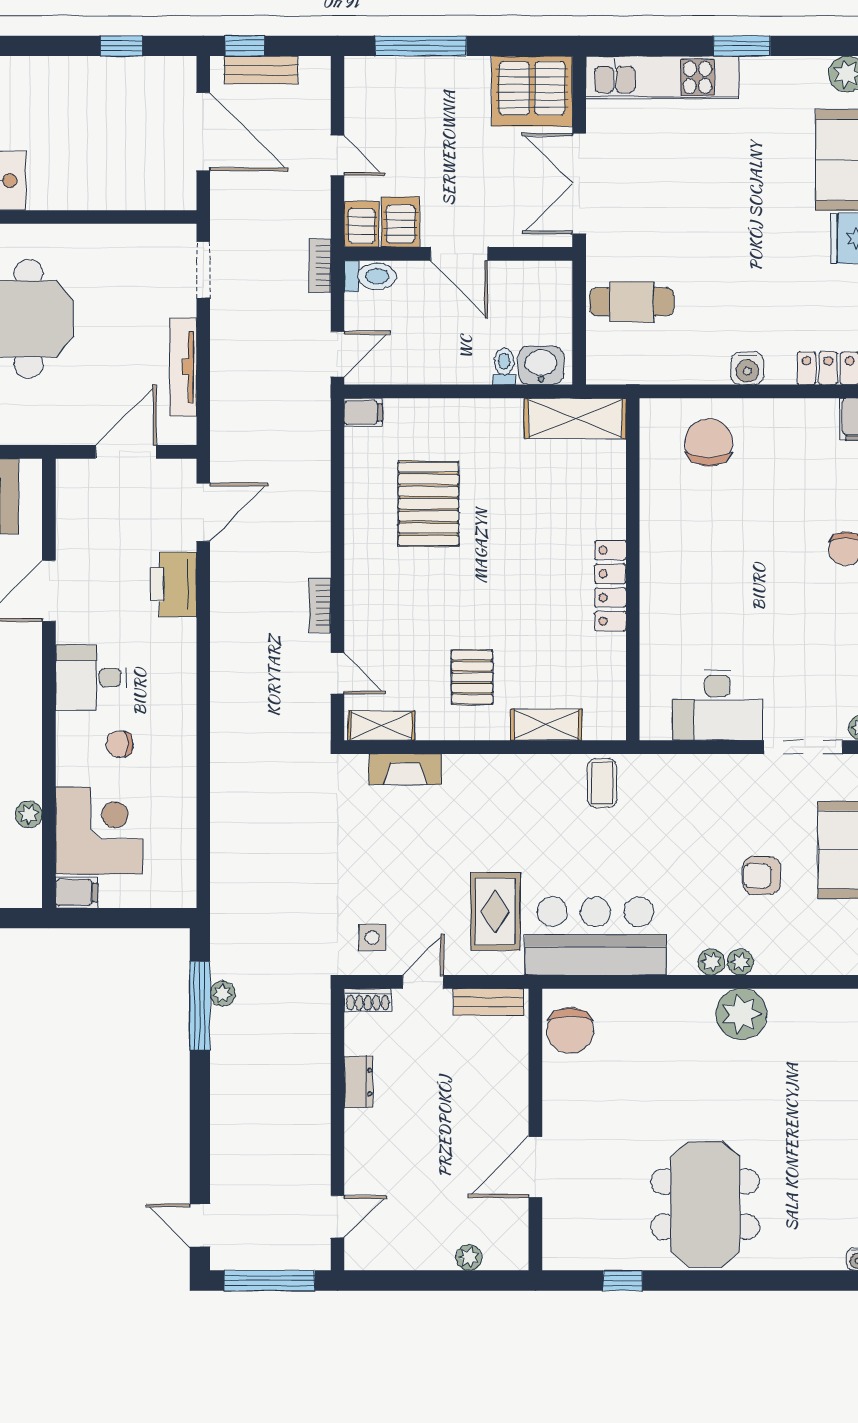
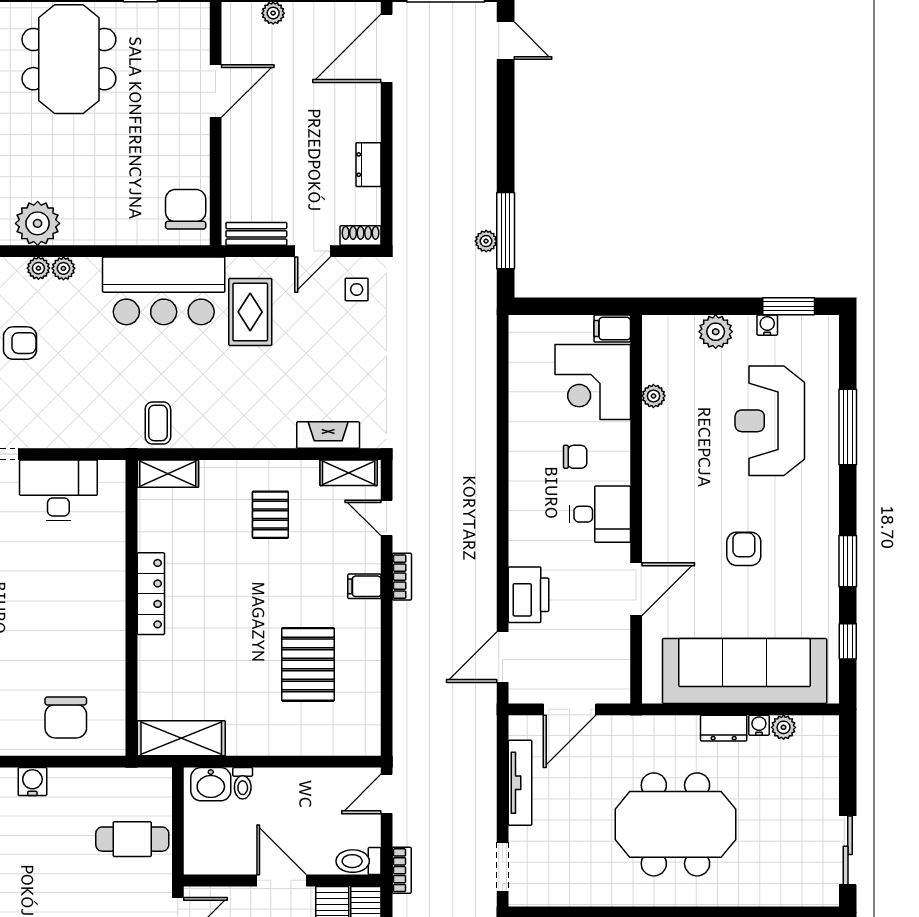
filing cabinet: (363, 412) -> (364, 586), moved
shelving: (546, 724) -> (168, 474), moved
door: (337, 1217) -> (387, 48), width x1.88

